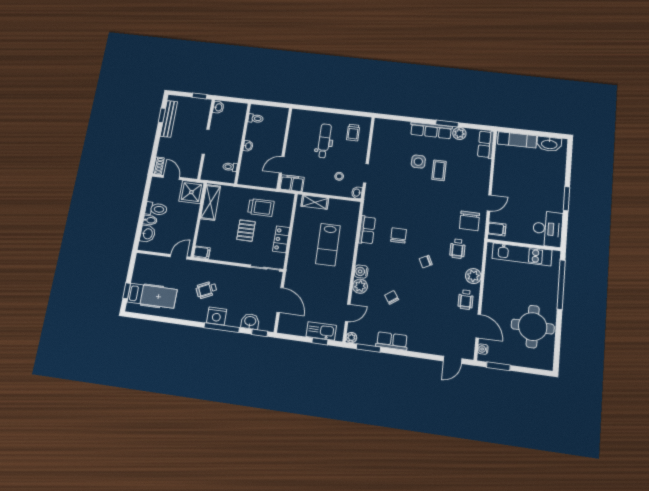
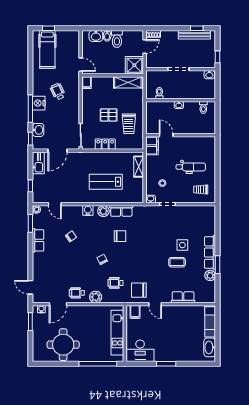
row of seats: (486, 144) -> (183, 297), moved
plant: (360, 286) -> (103, 211), moved
kitchen sink: (321, 331) -> (38, 163), moved

